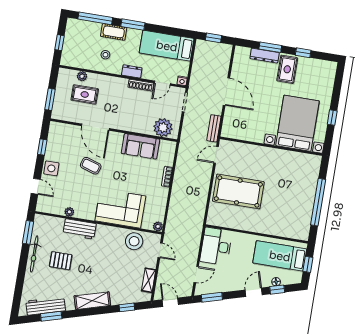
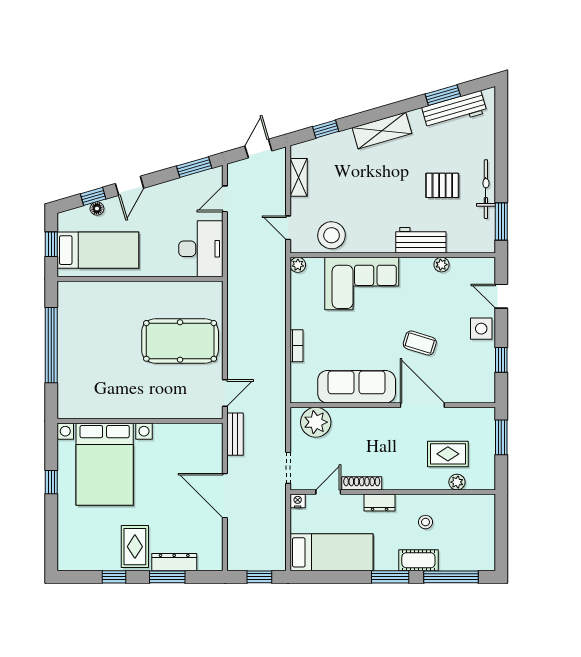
window: (59, 43) -> (501, 529), removed
sofa: (140, 146) -> (357, 387), width x1.36
door: (170, 302) -> (258, 149), swing flipped

